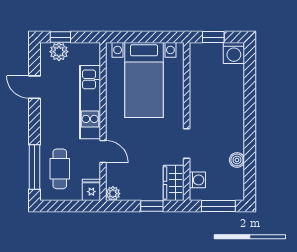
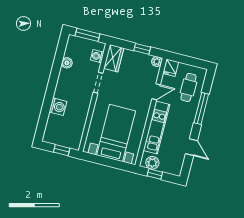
window: (60, 37) -> (155, 174), moved
plant: (59, 52) -> (152, 163), moved
washing machine: (234, 53) -> (58, 107), moved, turned 90
door: (103, 151) -> (156, 92), swing flipped
window: (35, 167) -> (201, 108), moved
window: (152, 206) -> (142, 49), moved

